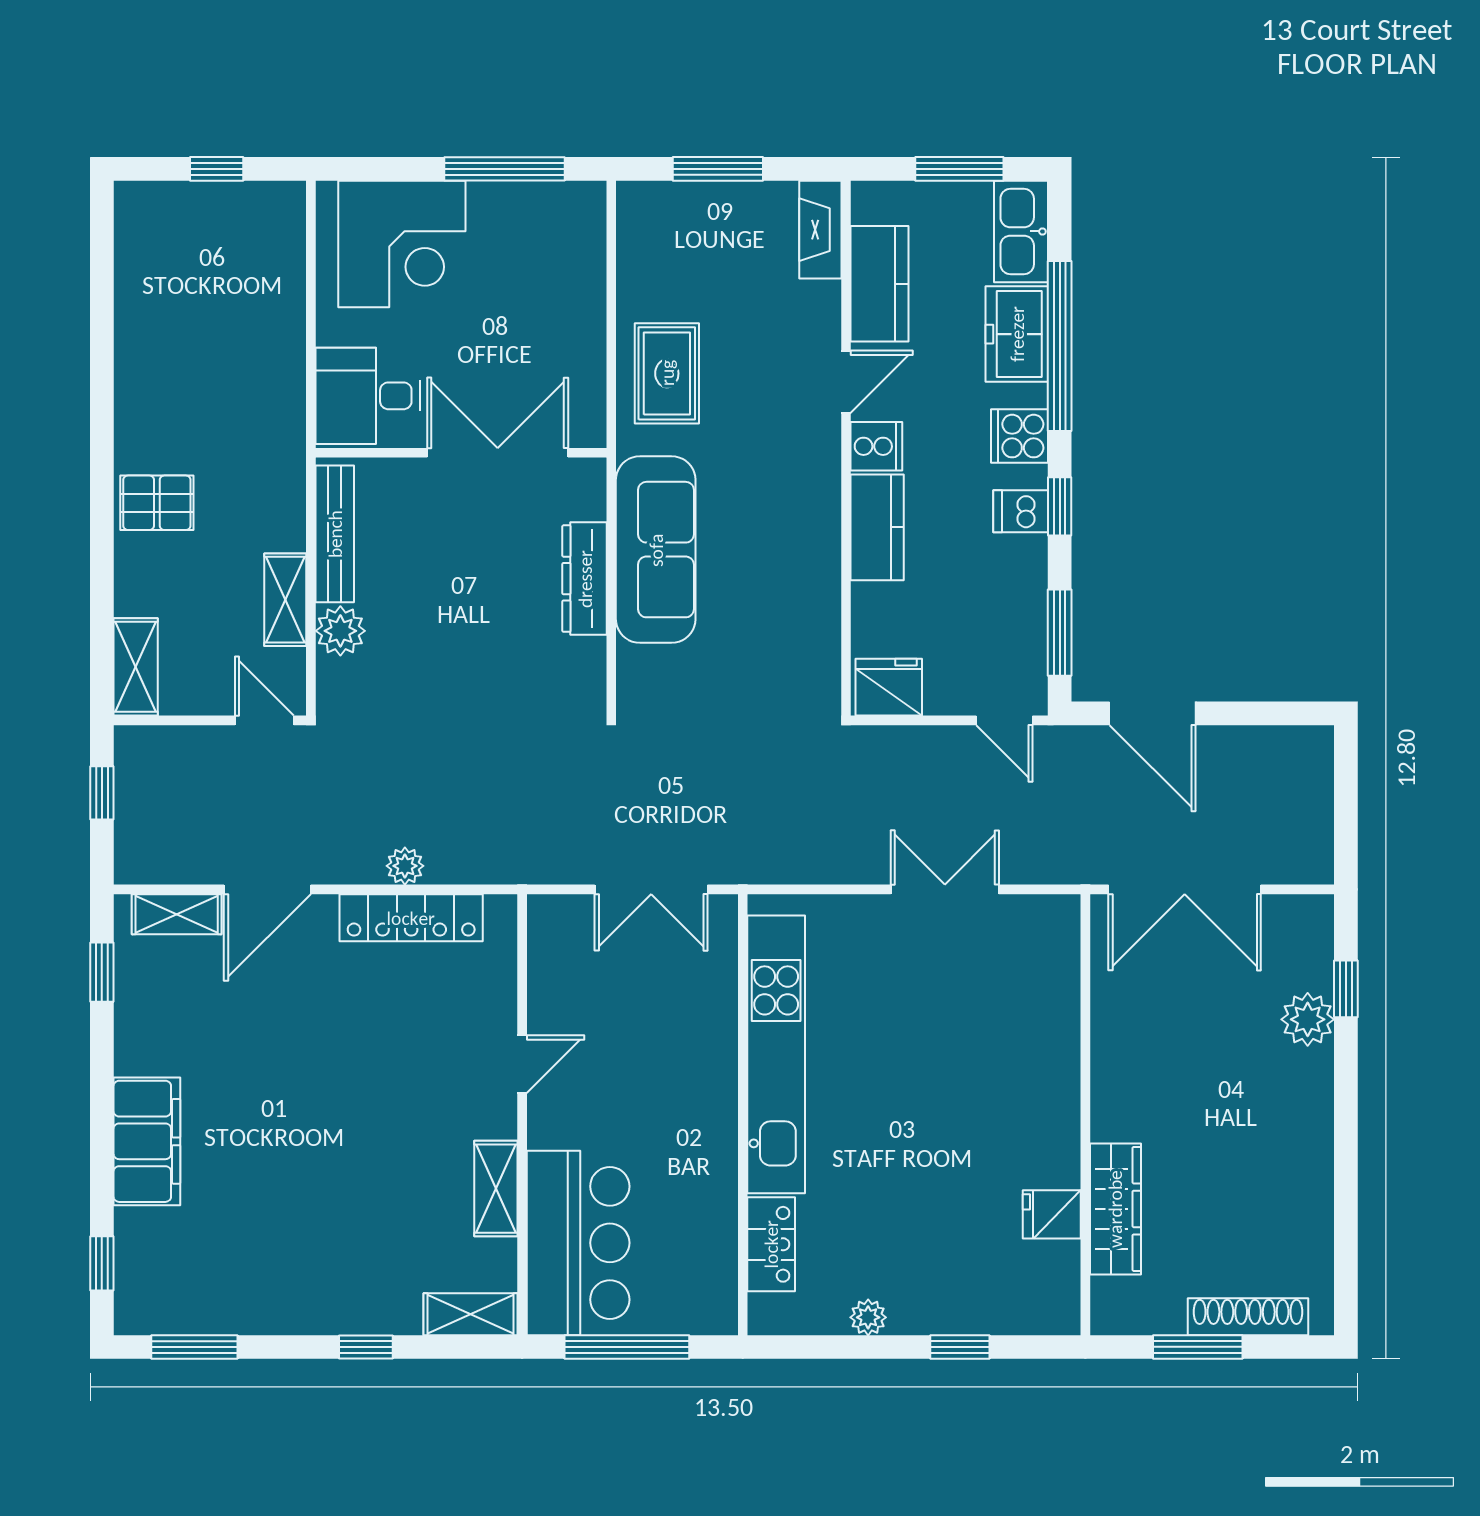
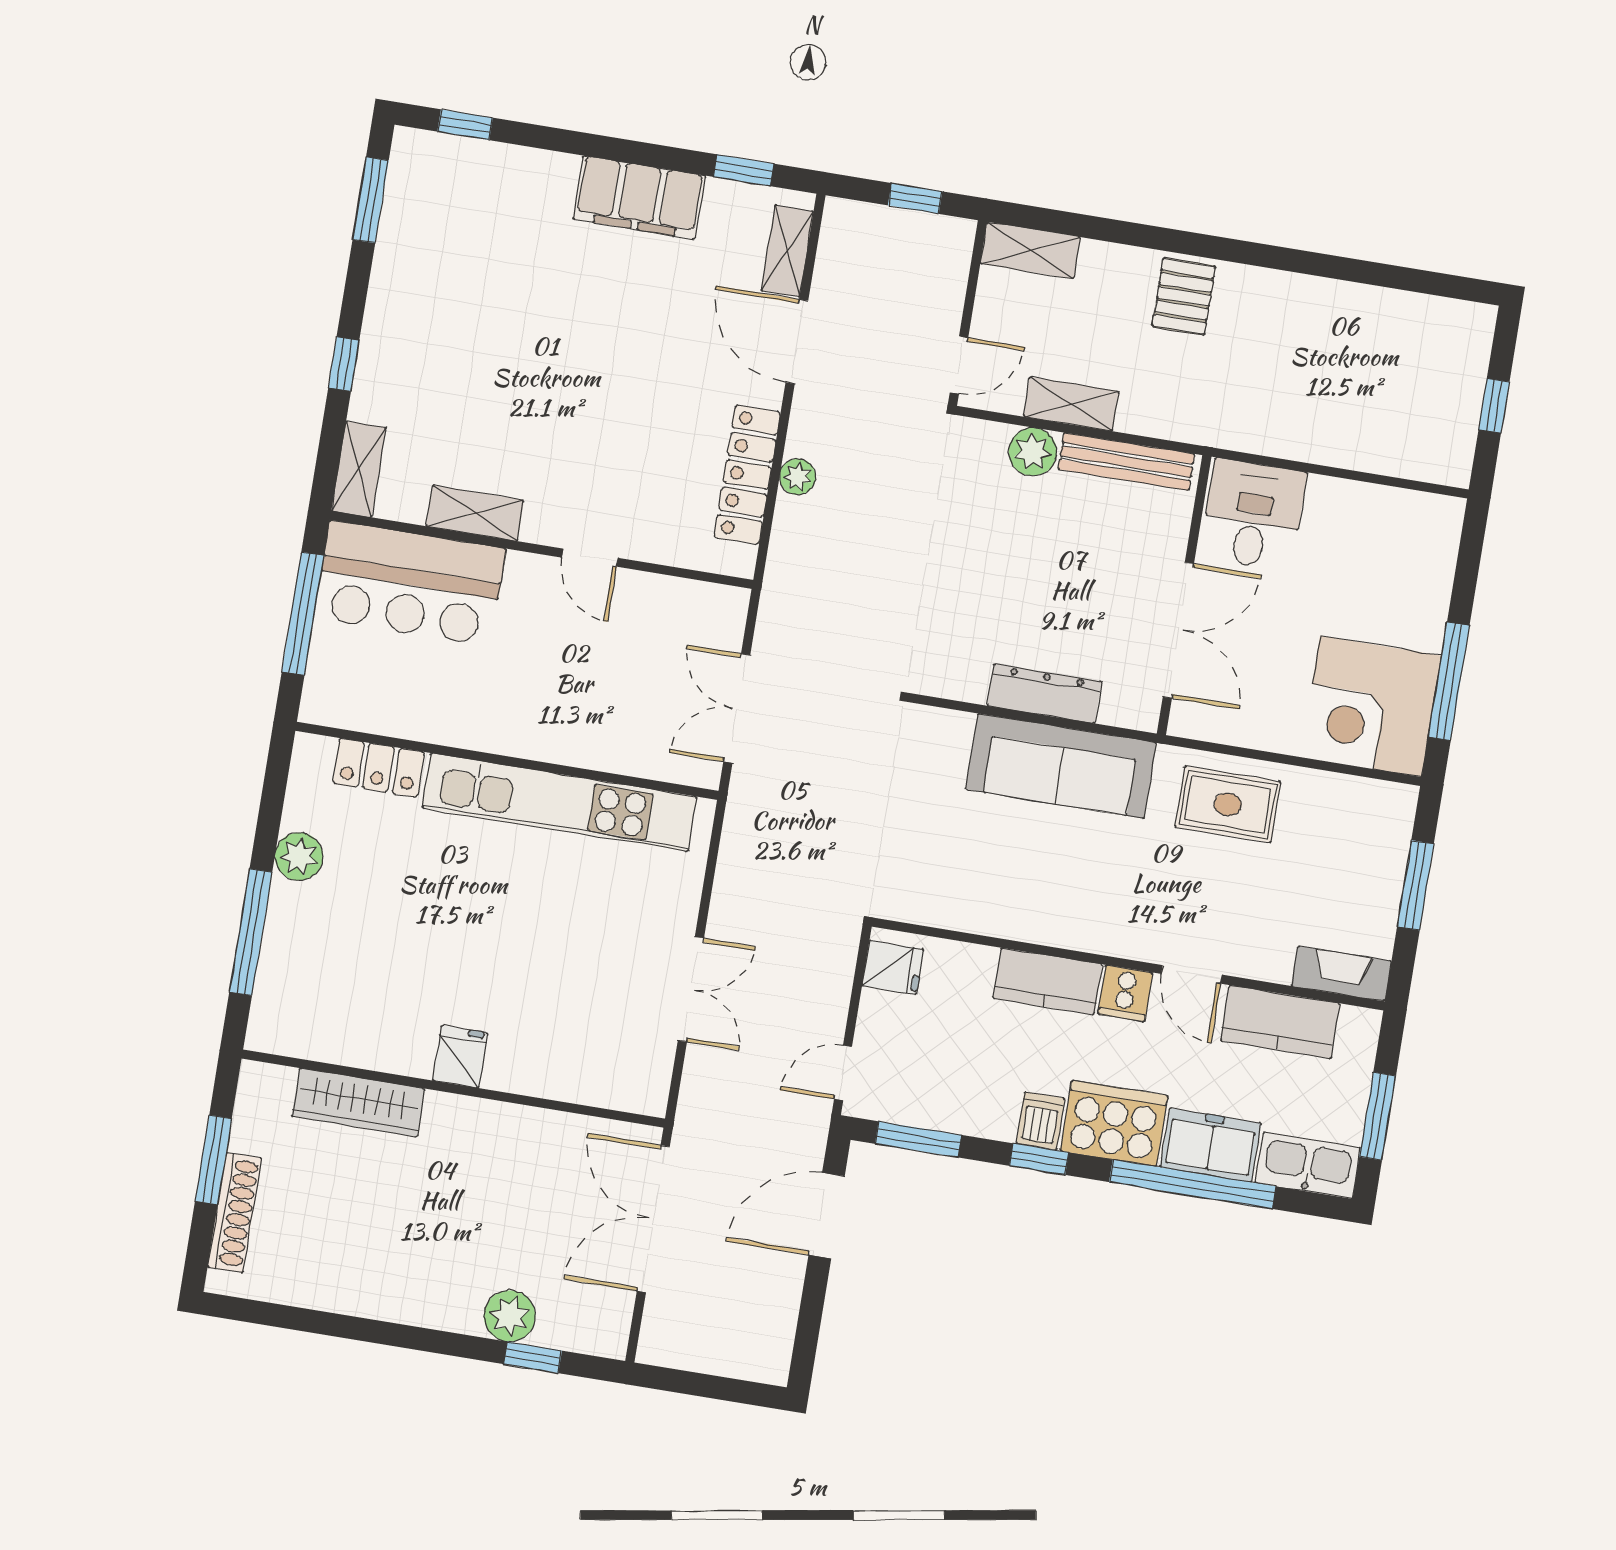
corner desk: (402, 244) -> (1371, 706), moved
cooker: (1019, 436) -> (1114, 1123), width x1.87, depth x1.31
fridge: (889, 687) -> (893, 967), width x0.72
filing cabinet: (147, 1141) -> (639, 197), moved
fridge: (1052, 1214) -> (460, 1057), moved
plant: (868, 1317) -> (299, 857), width x1.38, depth x1.38
window: (960, 1347) -> (251, 932), width x2.17

